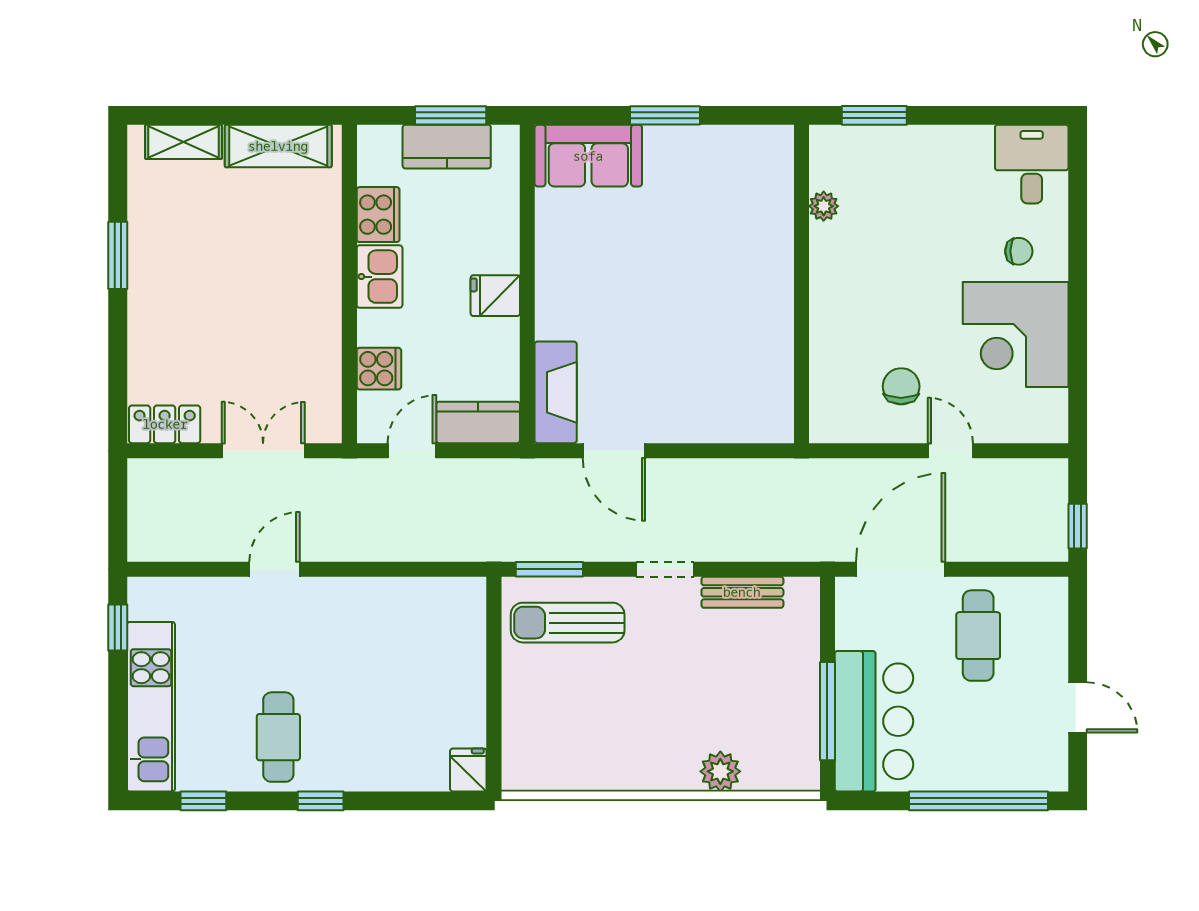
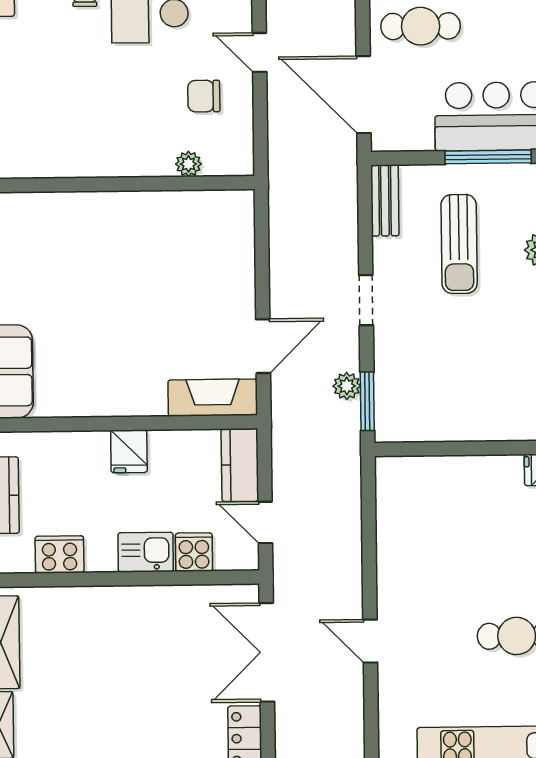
plant: (824, 206) -> (188, 164), moved
kitchen sink: (380, 277) -> (146, 552), moved
double door: (263, 451) -> (267, 652), width x1.37
door: (950, 451) -> (259, 52), hinge flipped
plant: (567, 546) -> (347, 386), added
bench: (742, 592) -> (385, 200), moved
sun lounger: (568, 623) -> (459, 244), moved

